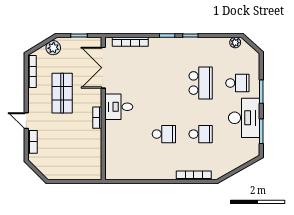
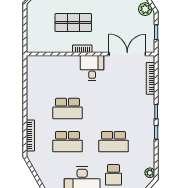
shop shelf: (62, 93) -> (73, 23), moved
school desk: (164, 134) -> (68, 109), width x1.85
school desk: (201, 134) -> (68, 142), width x1.85

